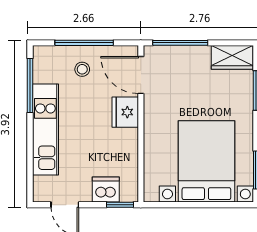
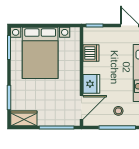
door: (141, 75) -> (81, 107), hinge flipped
dishwasher: (106, 190) -> (91, 53), moved, turned -90

